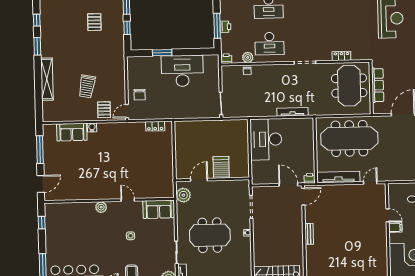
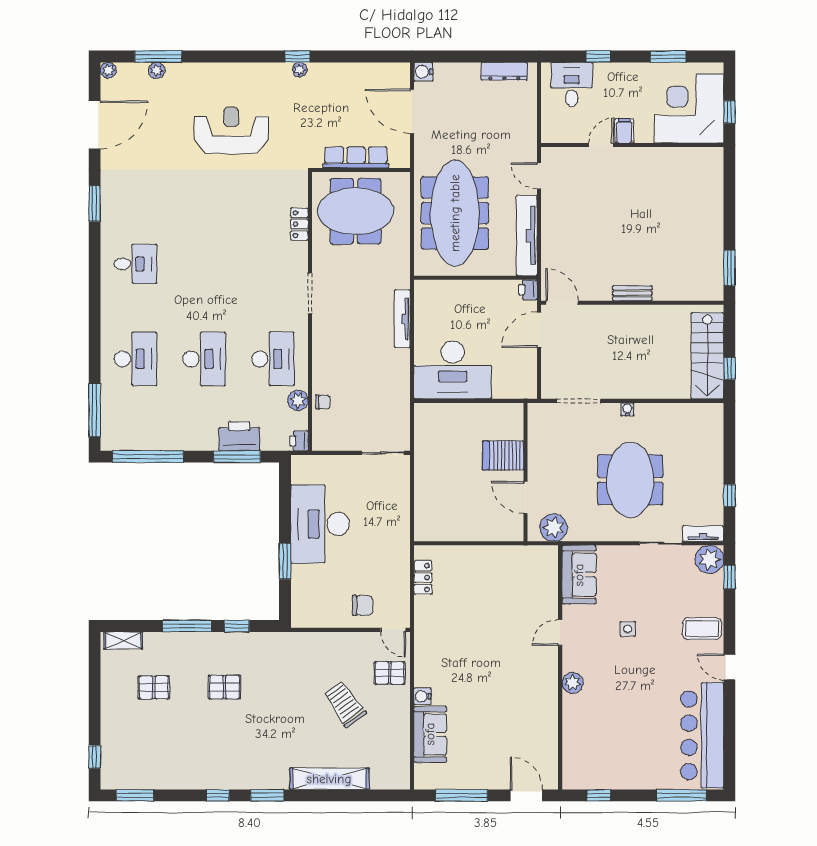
printer: (225, 27) -> (239, 436), width x1.87, depth x1.48
trolley: (87, 86) -> (345, 704), turned -136

